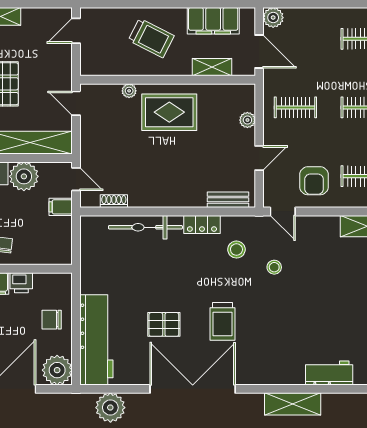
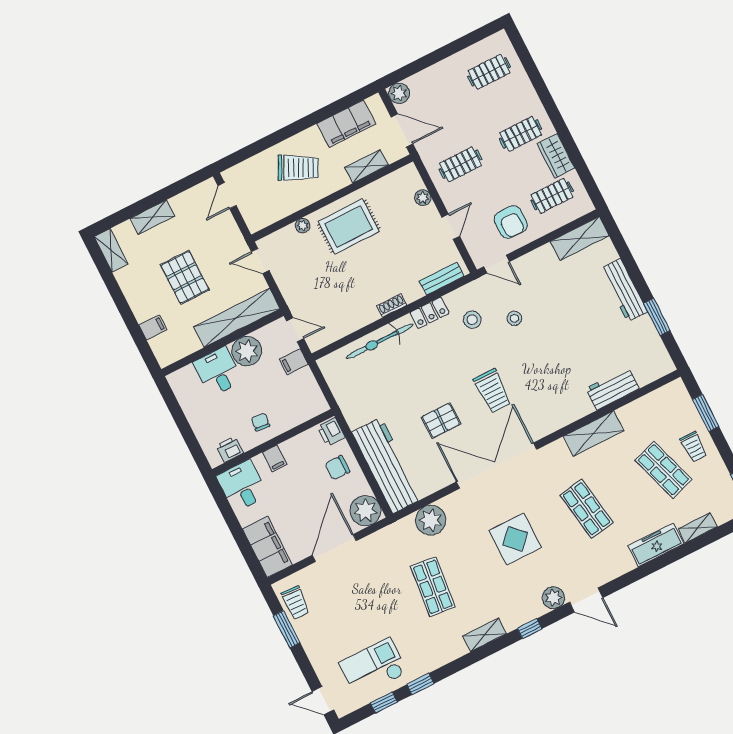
shoe rack: (114, 201) -> (392, 306), moved
printer: (21, 283) -> (331, 432), moved, turned 90

